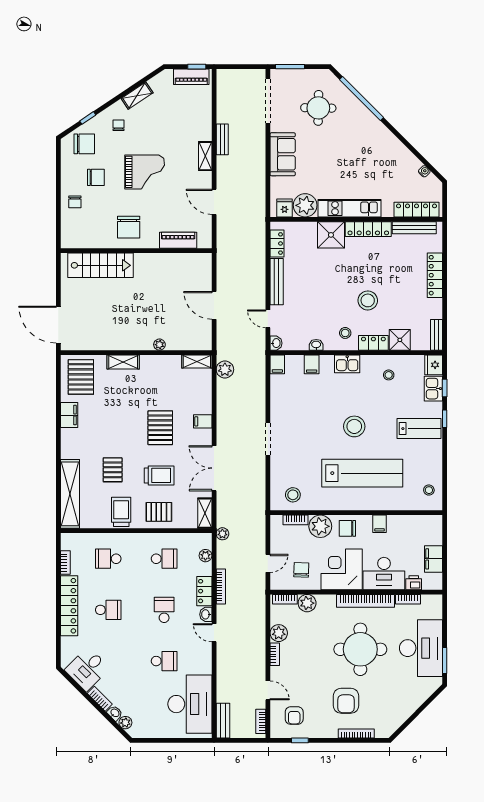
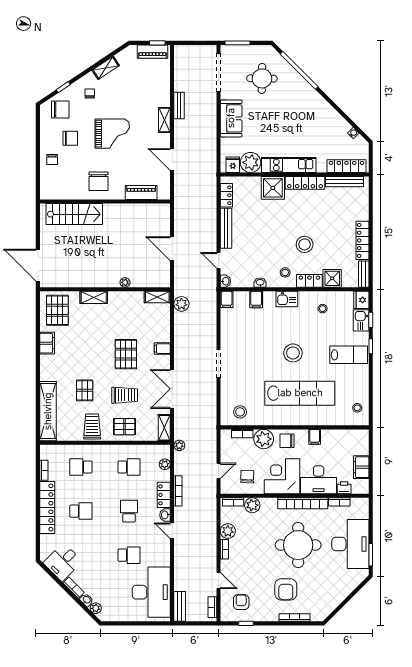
locker: (435, 275) -> (362, 240), moved
armchair: (294, 716) -> (241, 602), turned 180

